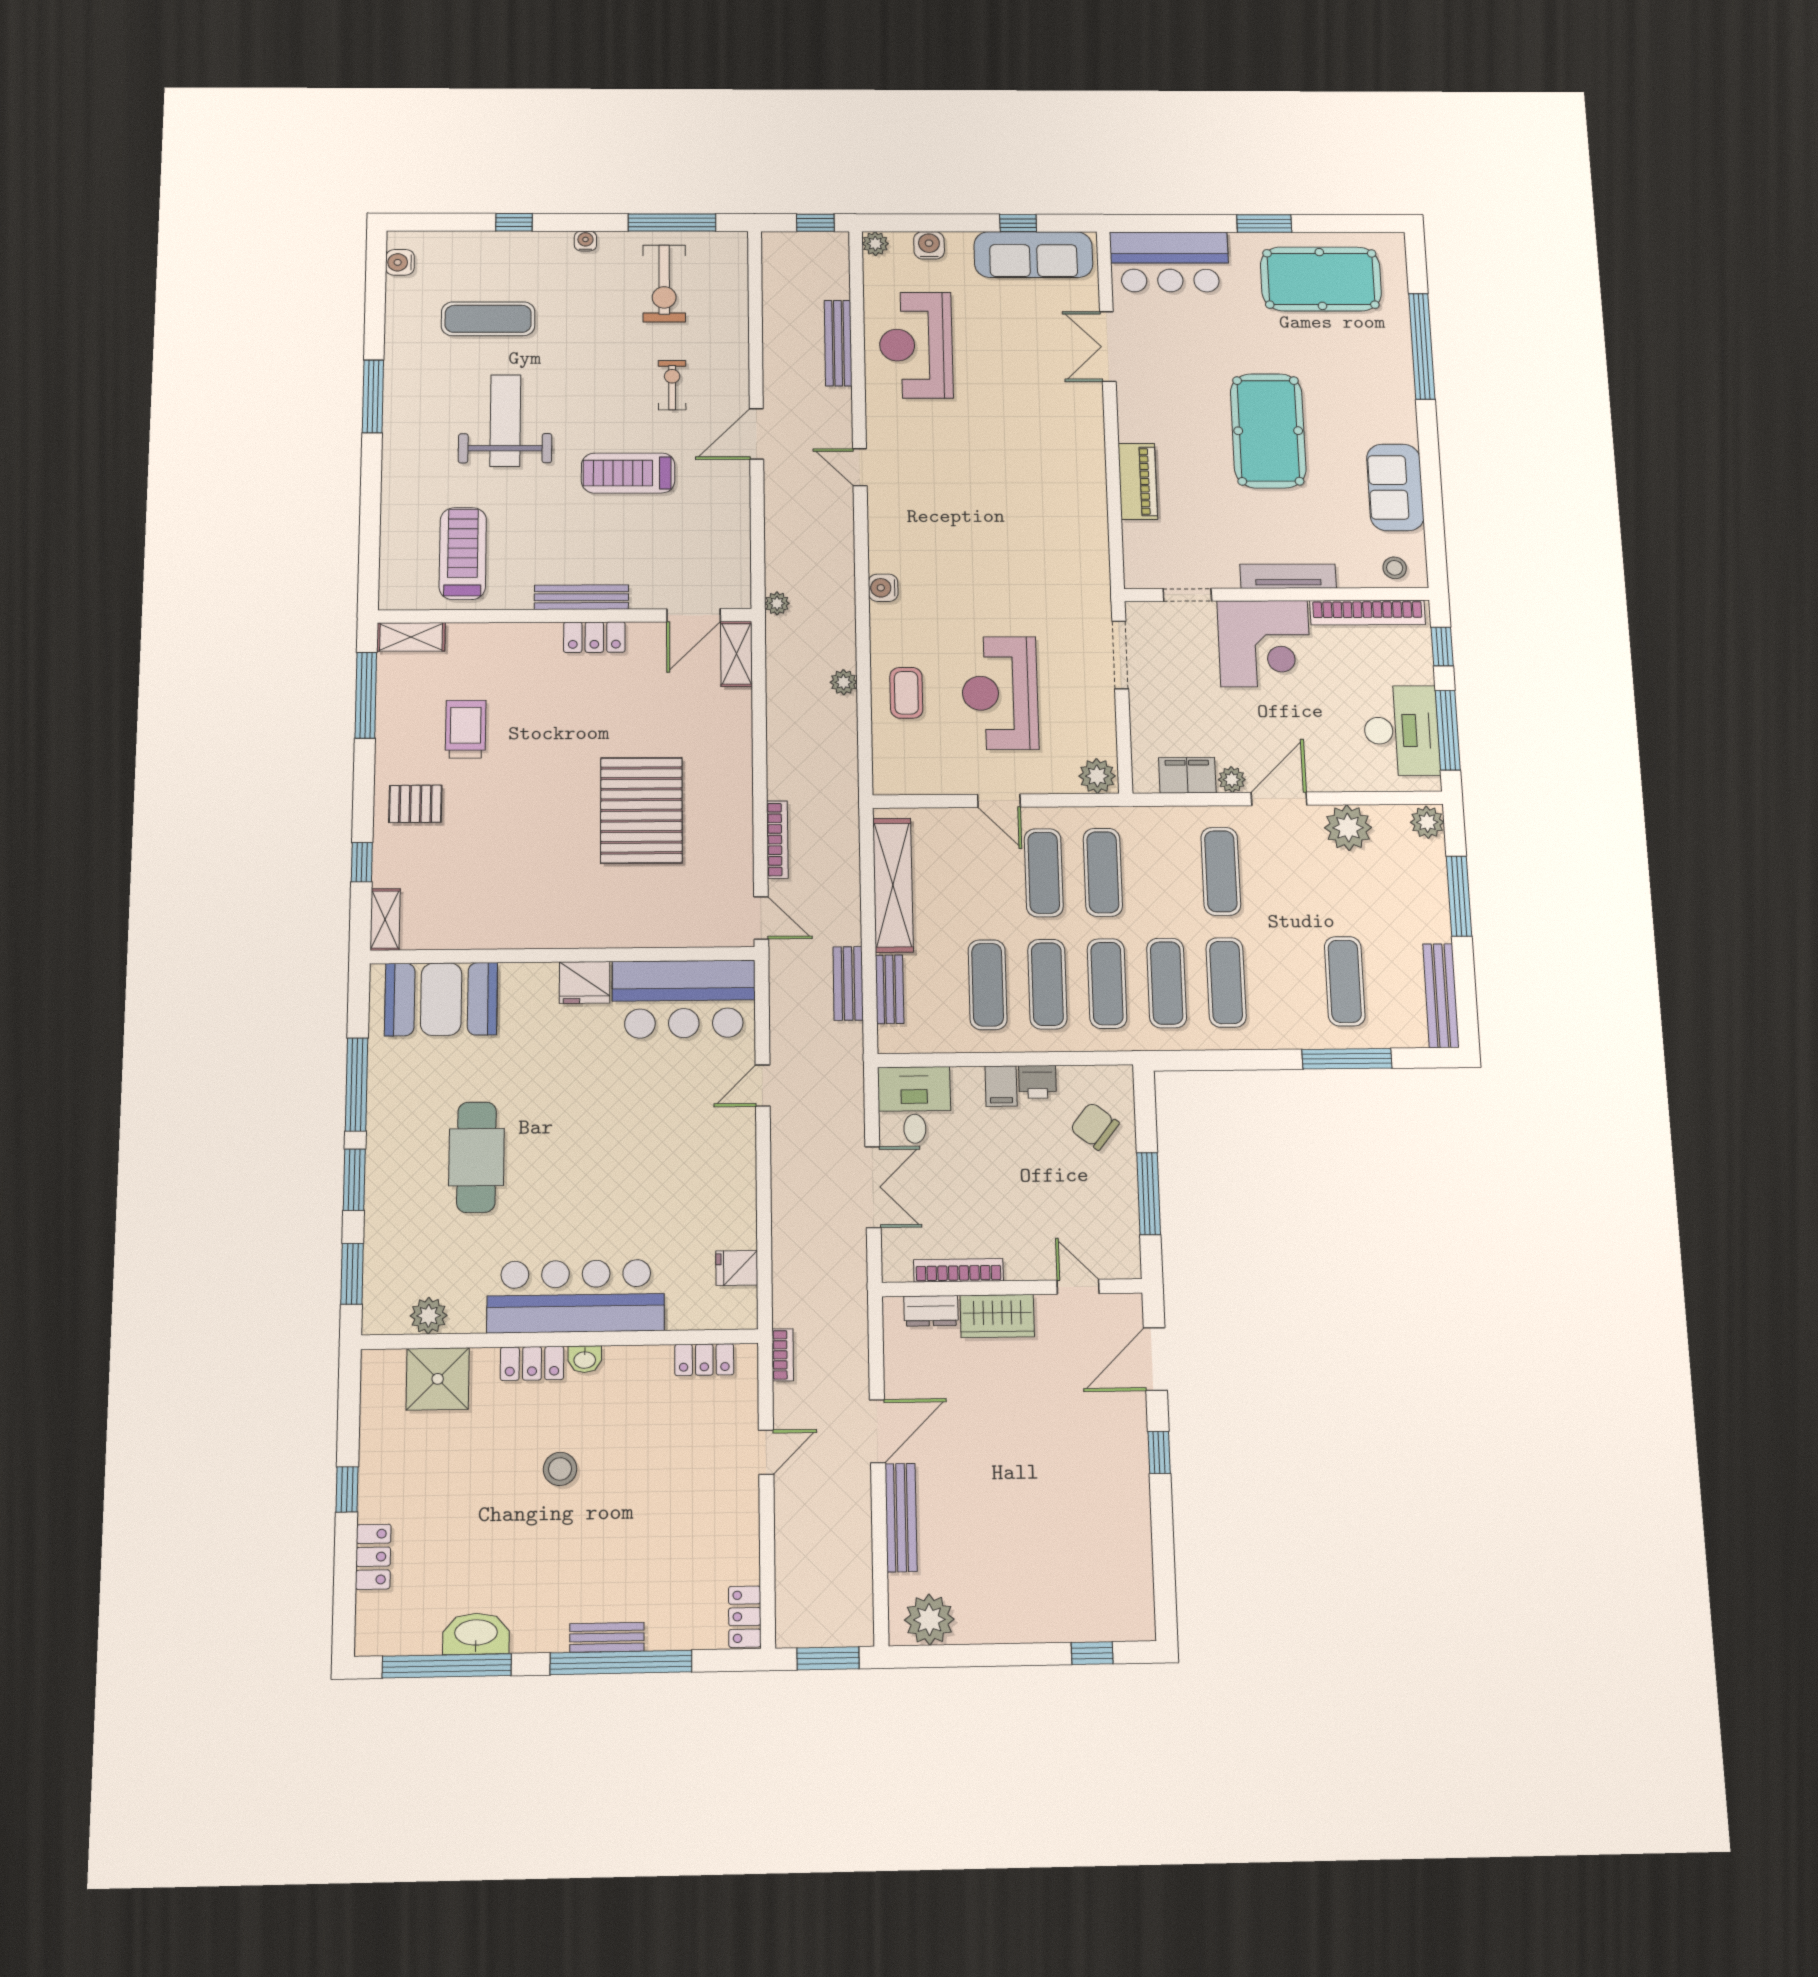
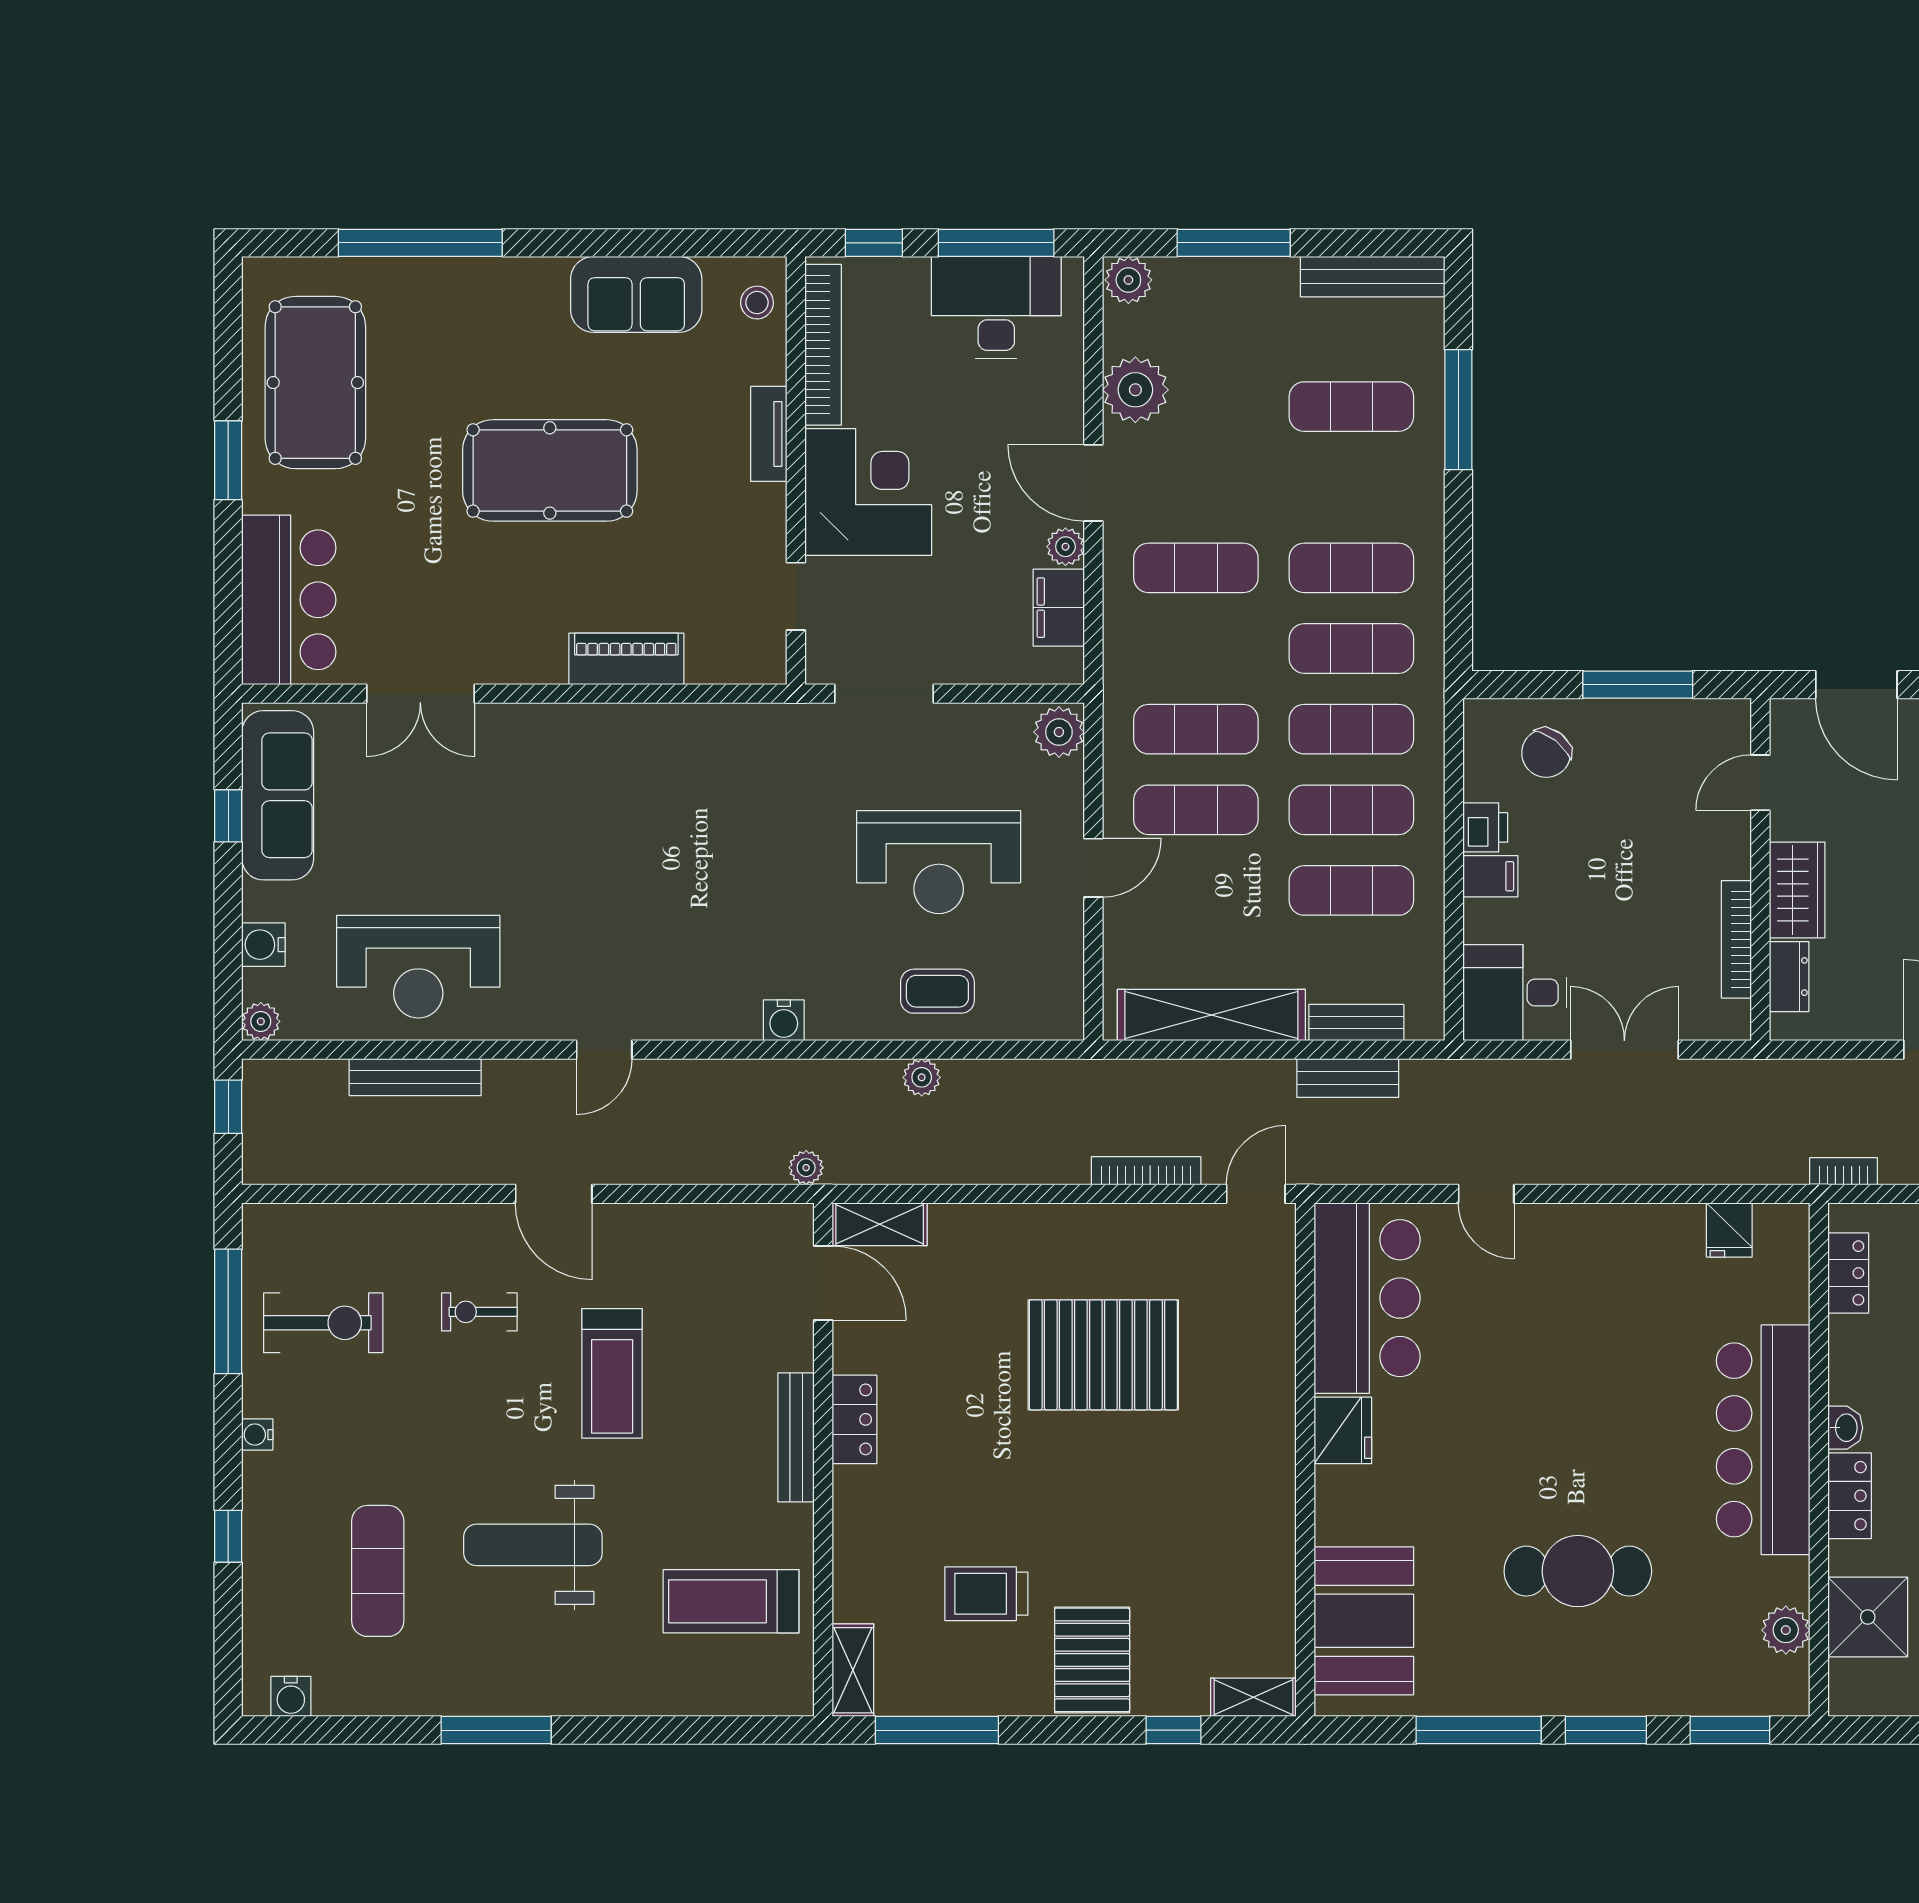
tv unit: (1288, 576) -> (769, 434), width x0.71
pallet: (415, 804) -> (1092, 1660), width x1.50, depth x1.42

